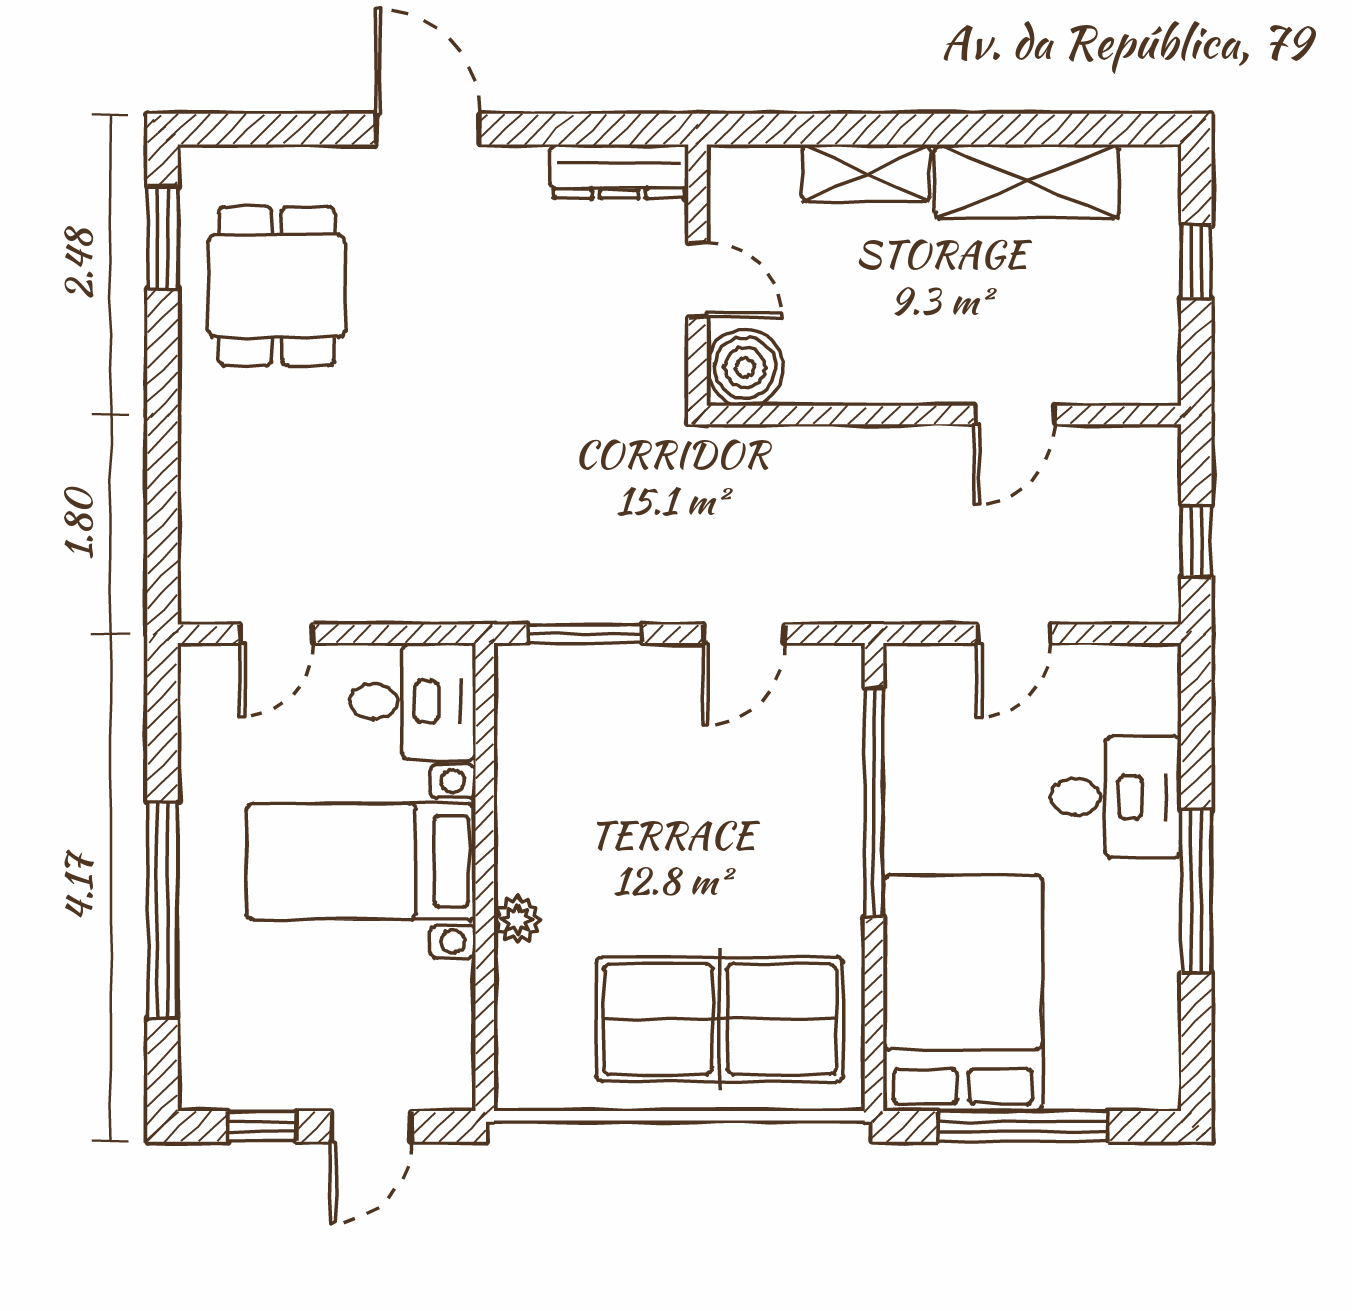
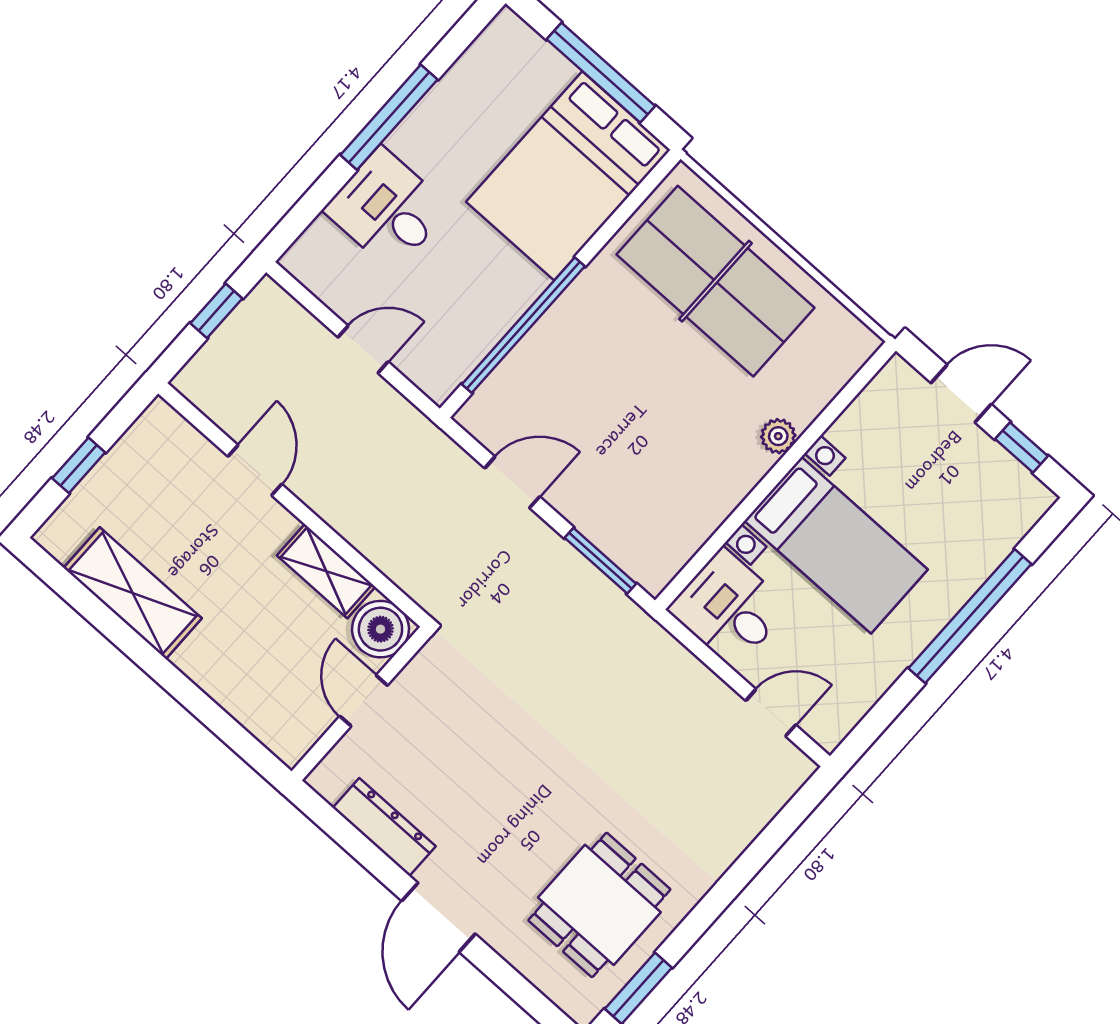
dresser: (619, 171) -> (384, 827), moved
shelving: (866, 173) -> (326, 571), moved
door: (1014, 415) -> (255, 470), hinge flipped

